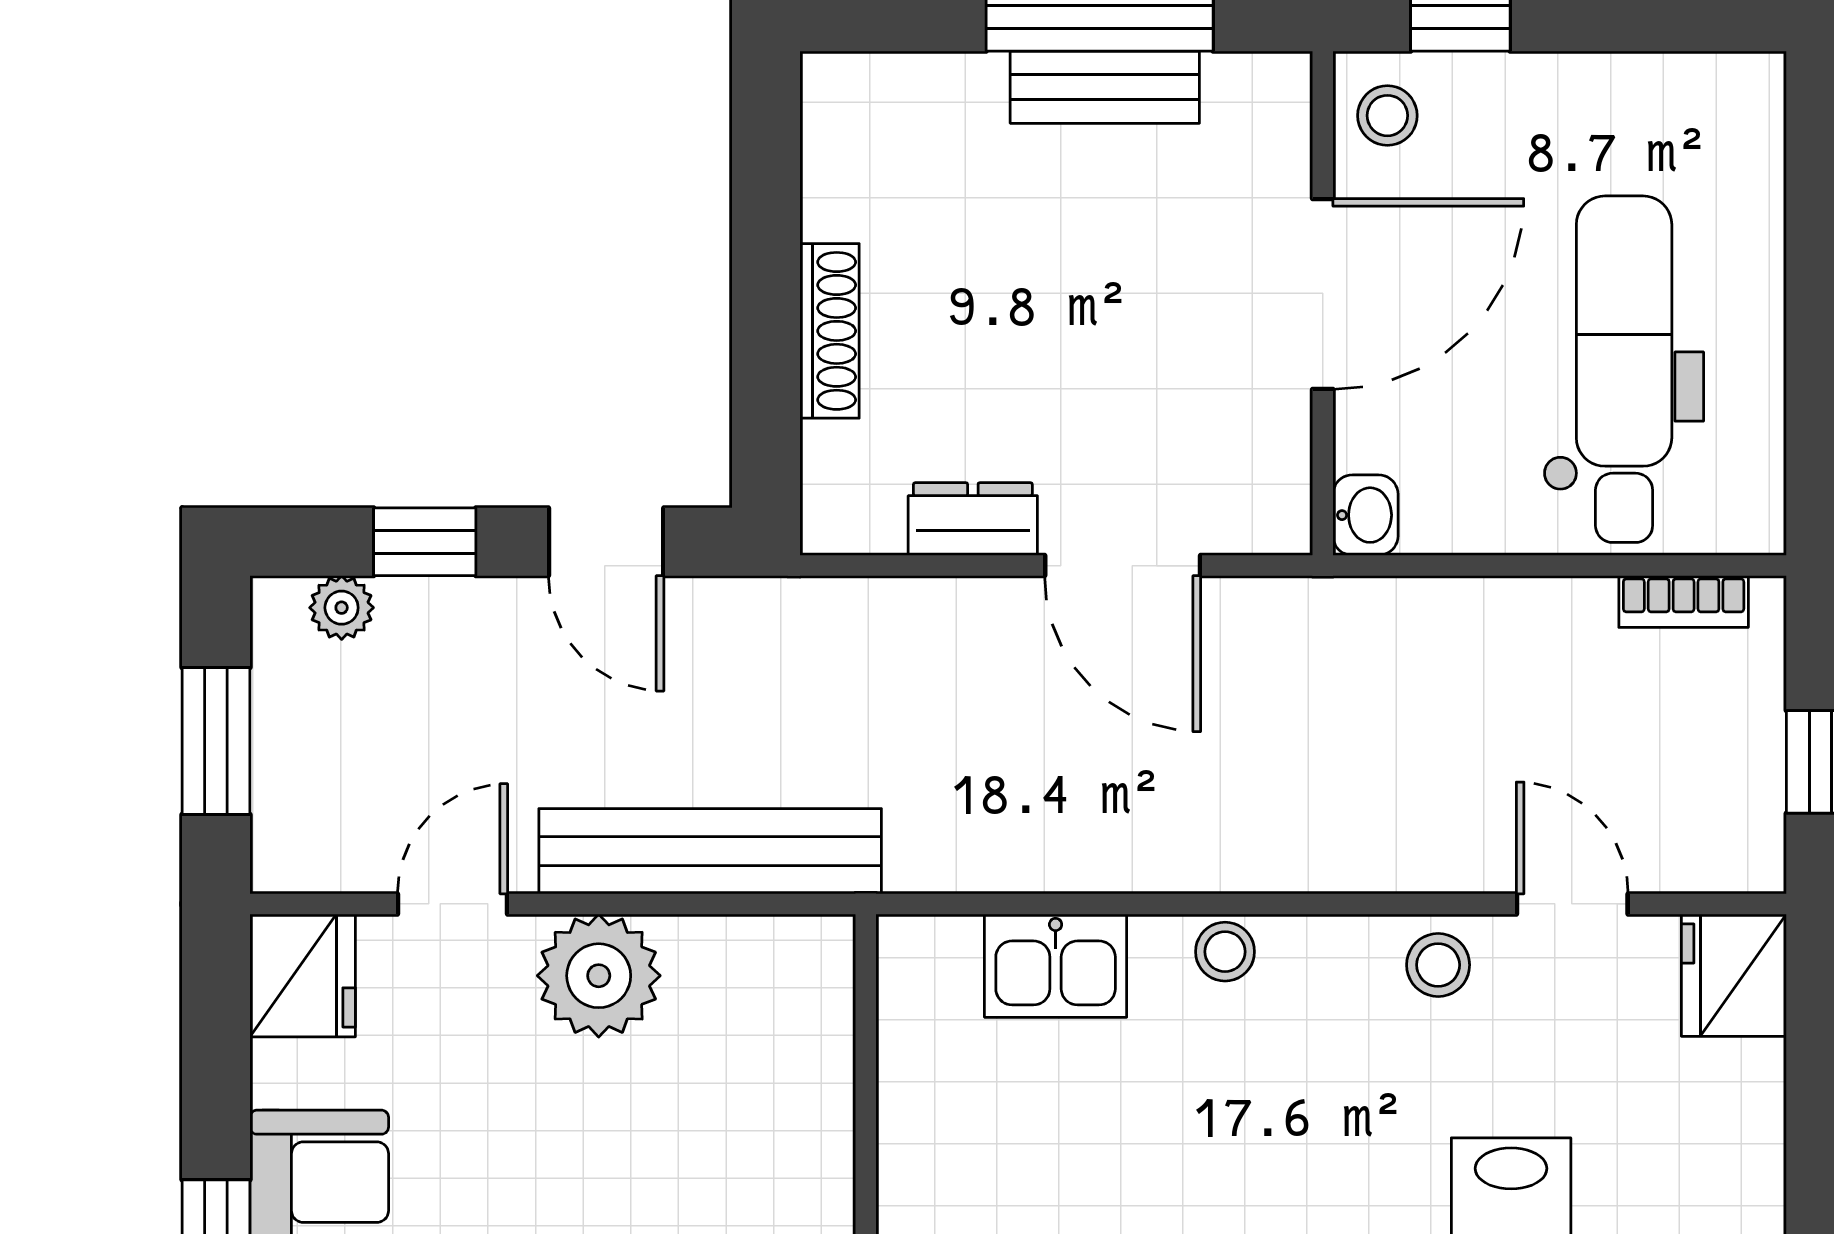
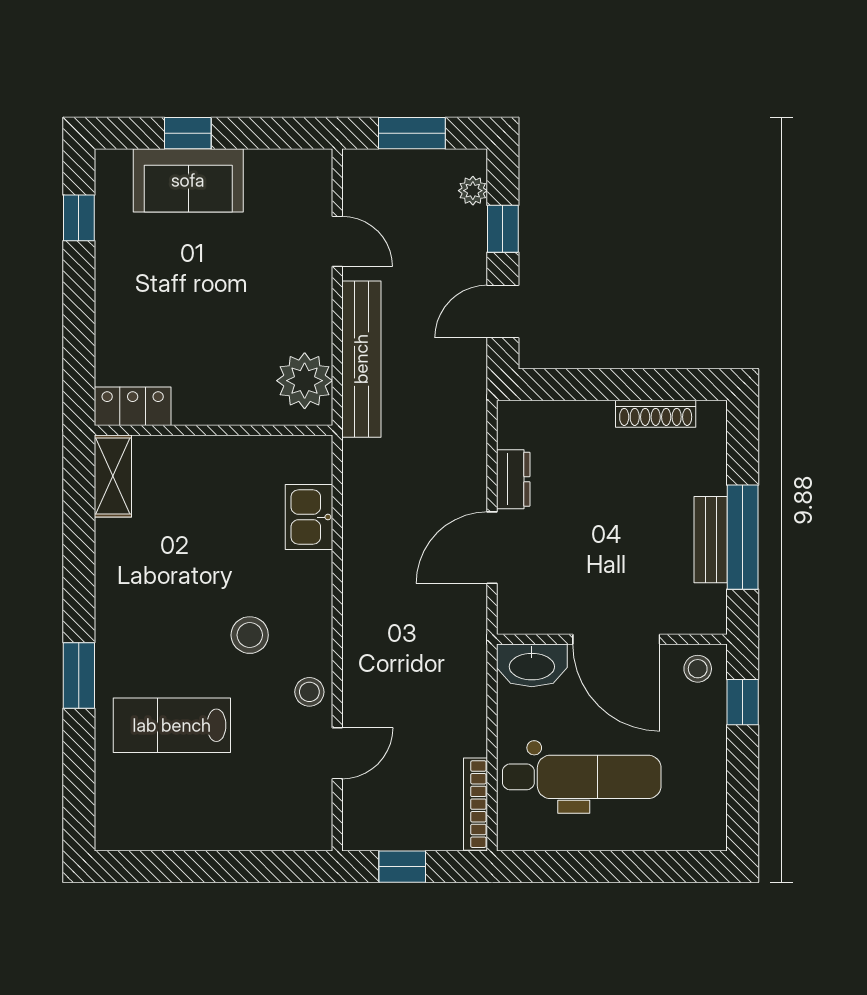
shoe rack: (830, 331) -> (656, 414), moved
washbasin: (1365, 515) -> (532, 665), width x1.91, depth x1.45
bookcase: (1684, 602) -> (476, 804), width x1.56
stool: (1225, 952) -> (250, 635), moved, width x1.37, depth x1.37
fridge: (1734, 975) -> (305, 827), removed
fridge: (303, 976) -> (305, 173), removed
plant: (599, 976) -> (305, 381), moved

